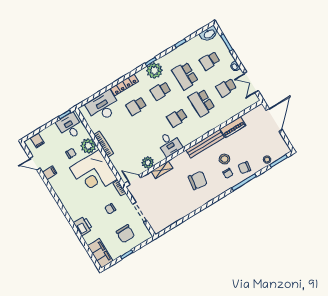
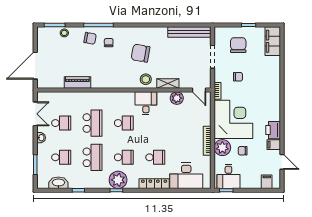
washbasin: (209, 34) -> (58, 183), moved
bench: (205, 144) -> (189, 32), moved
stool: (224, 159) -> (146, 79), moved
printer: (83, 226) -> (273, 130), moved

